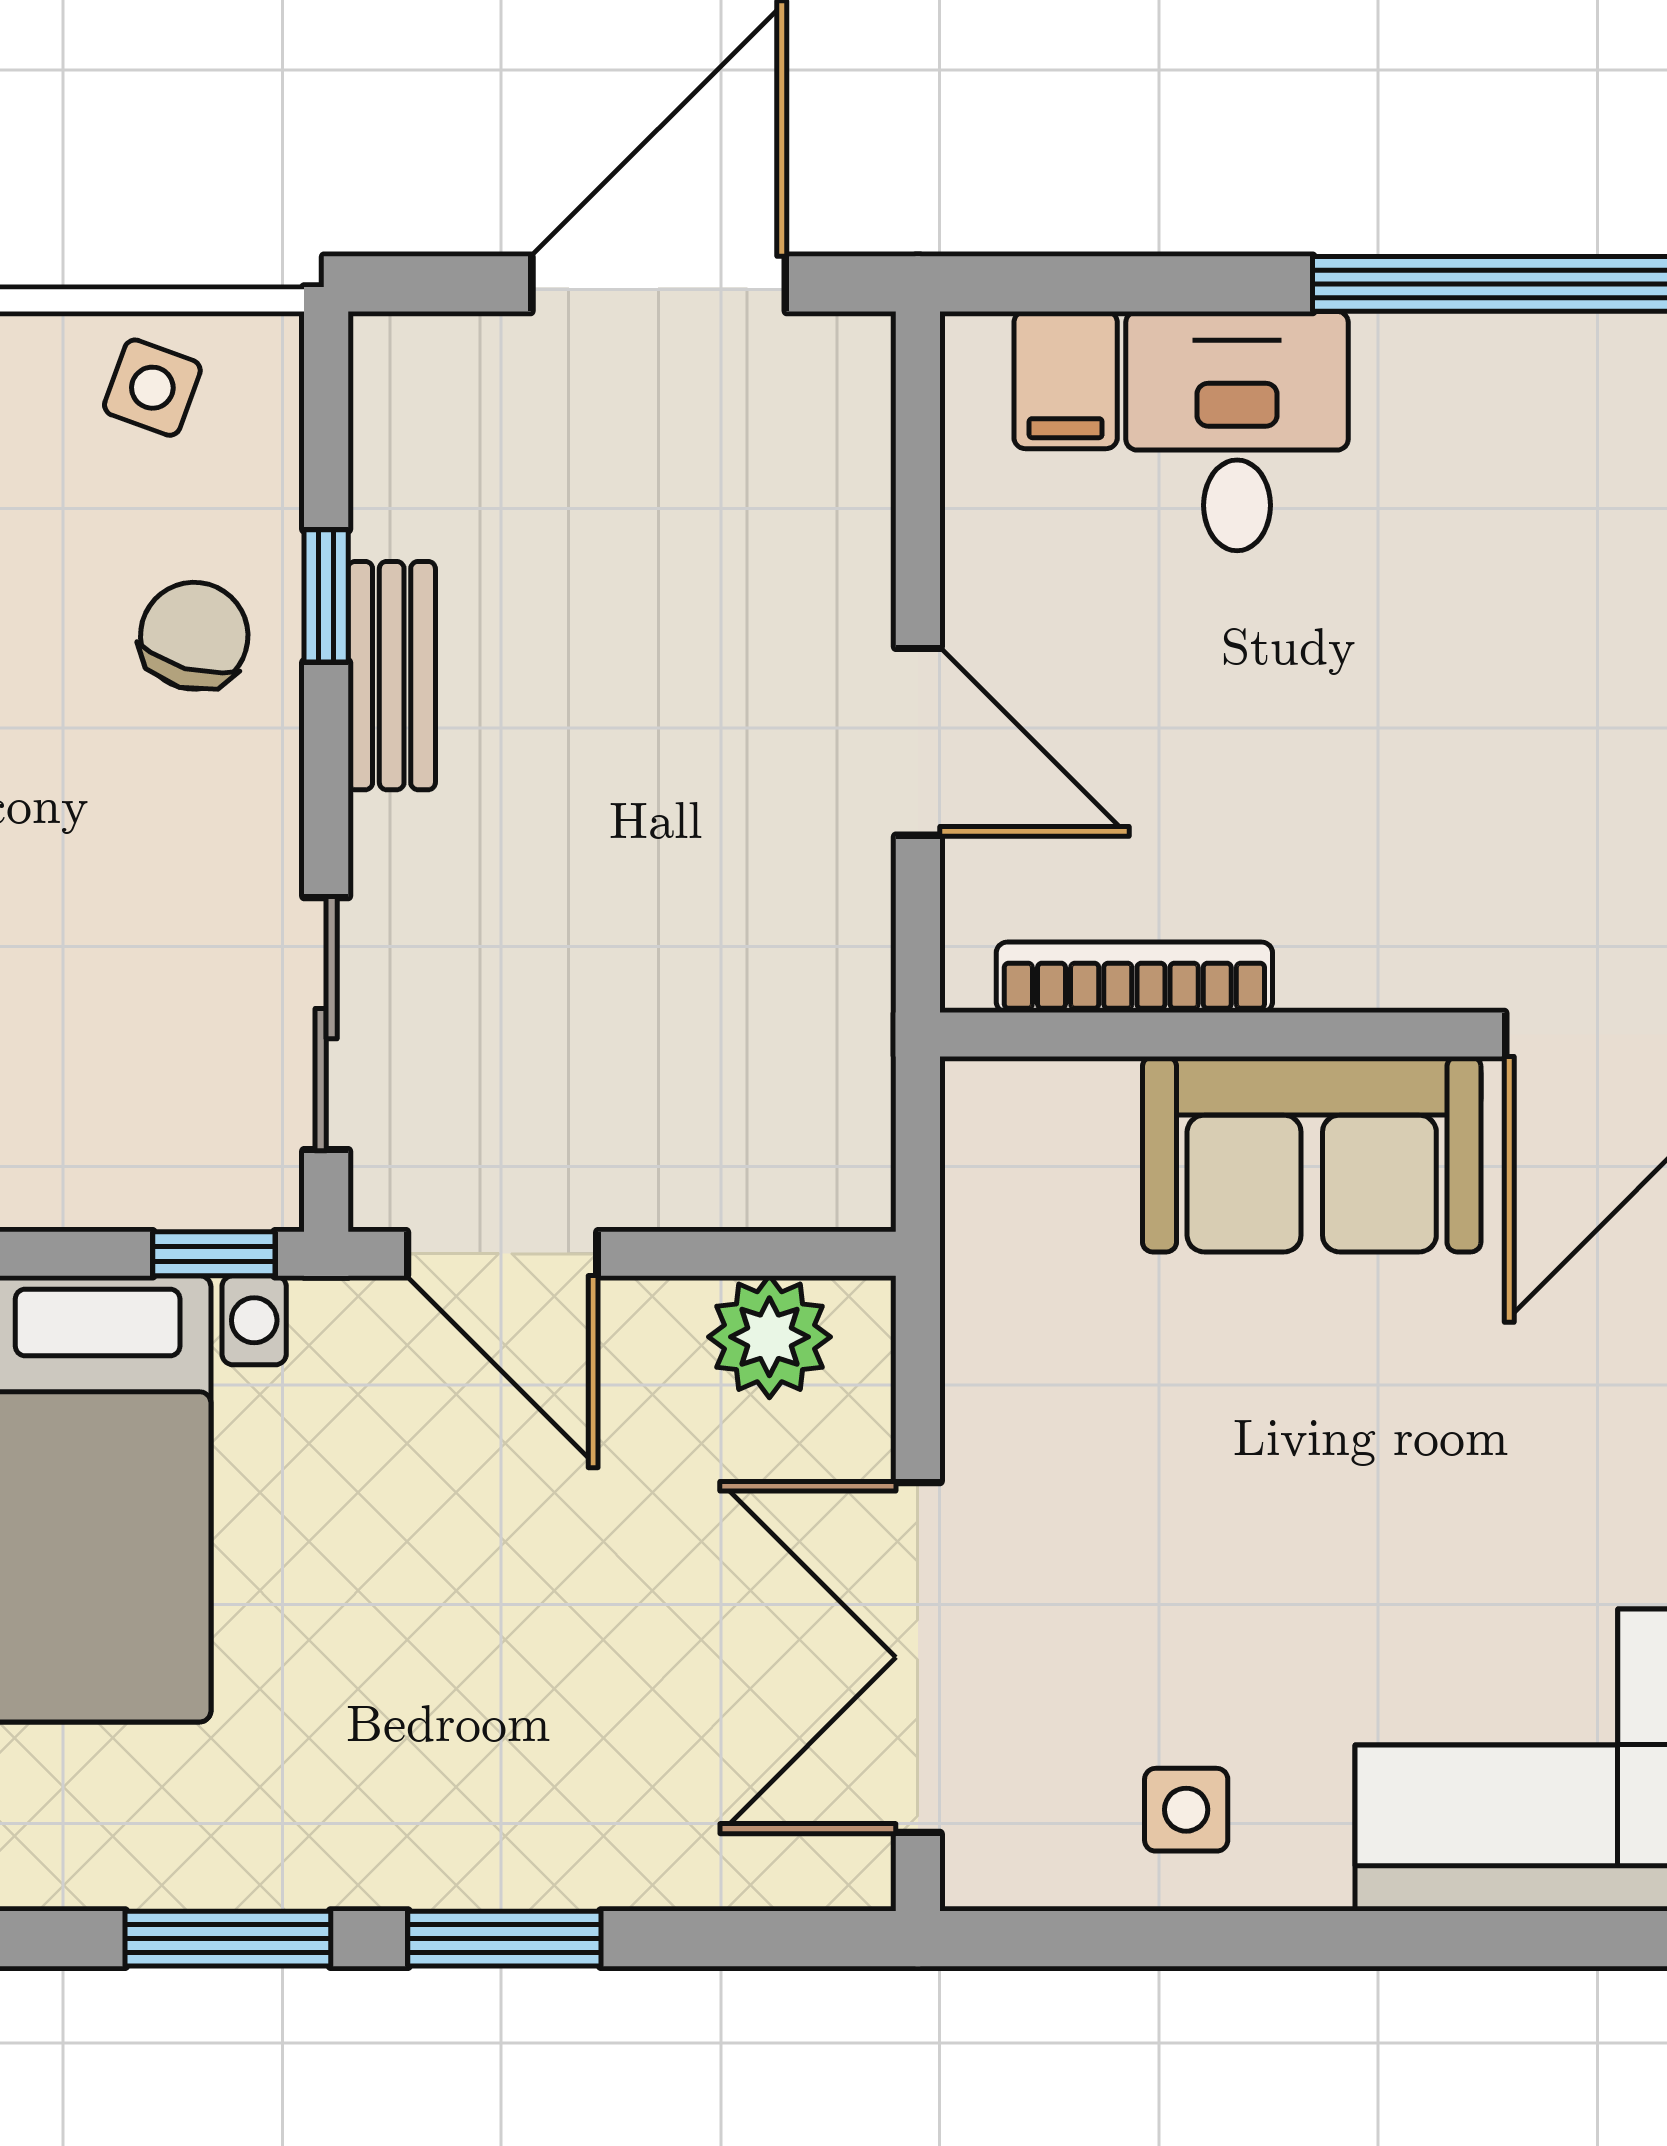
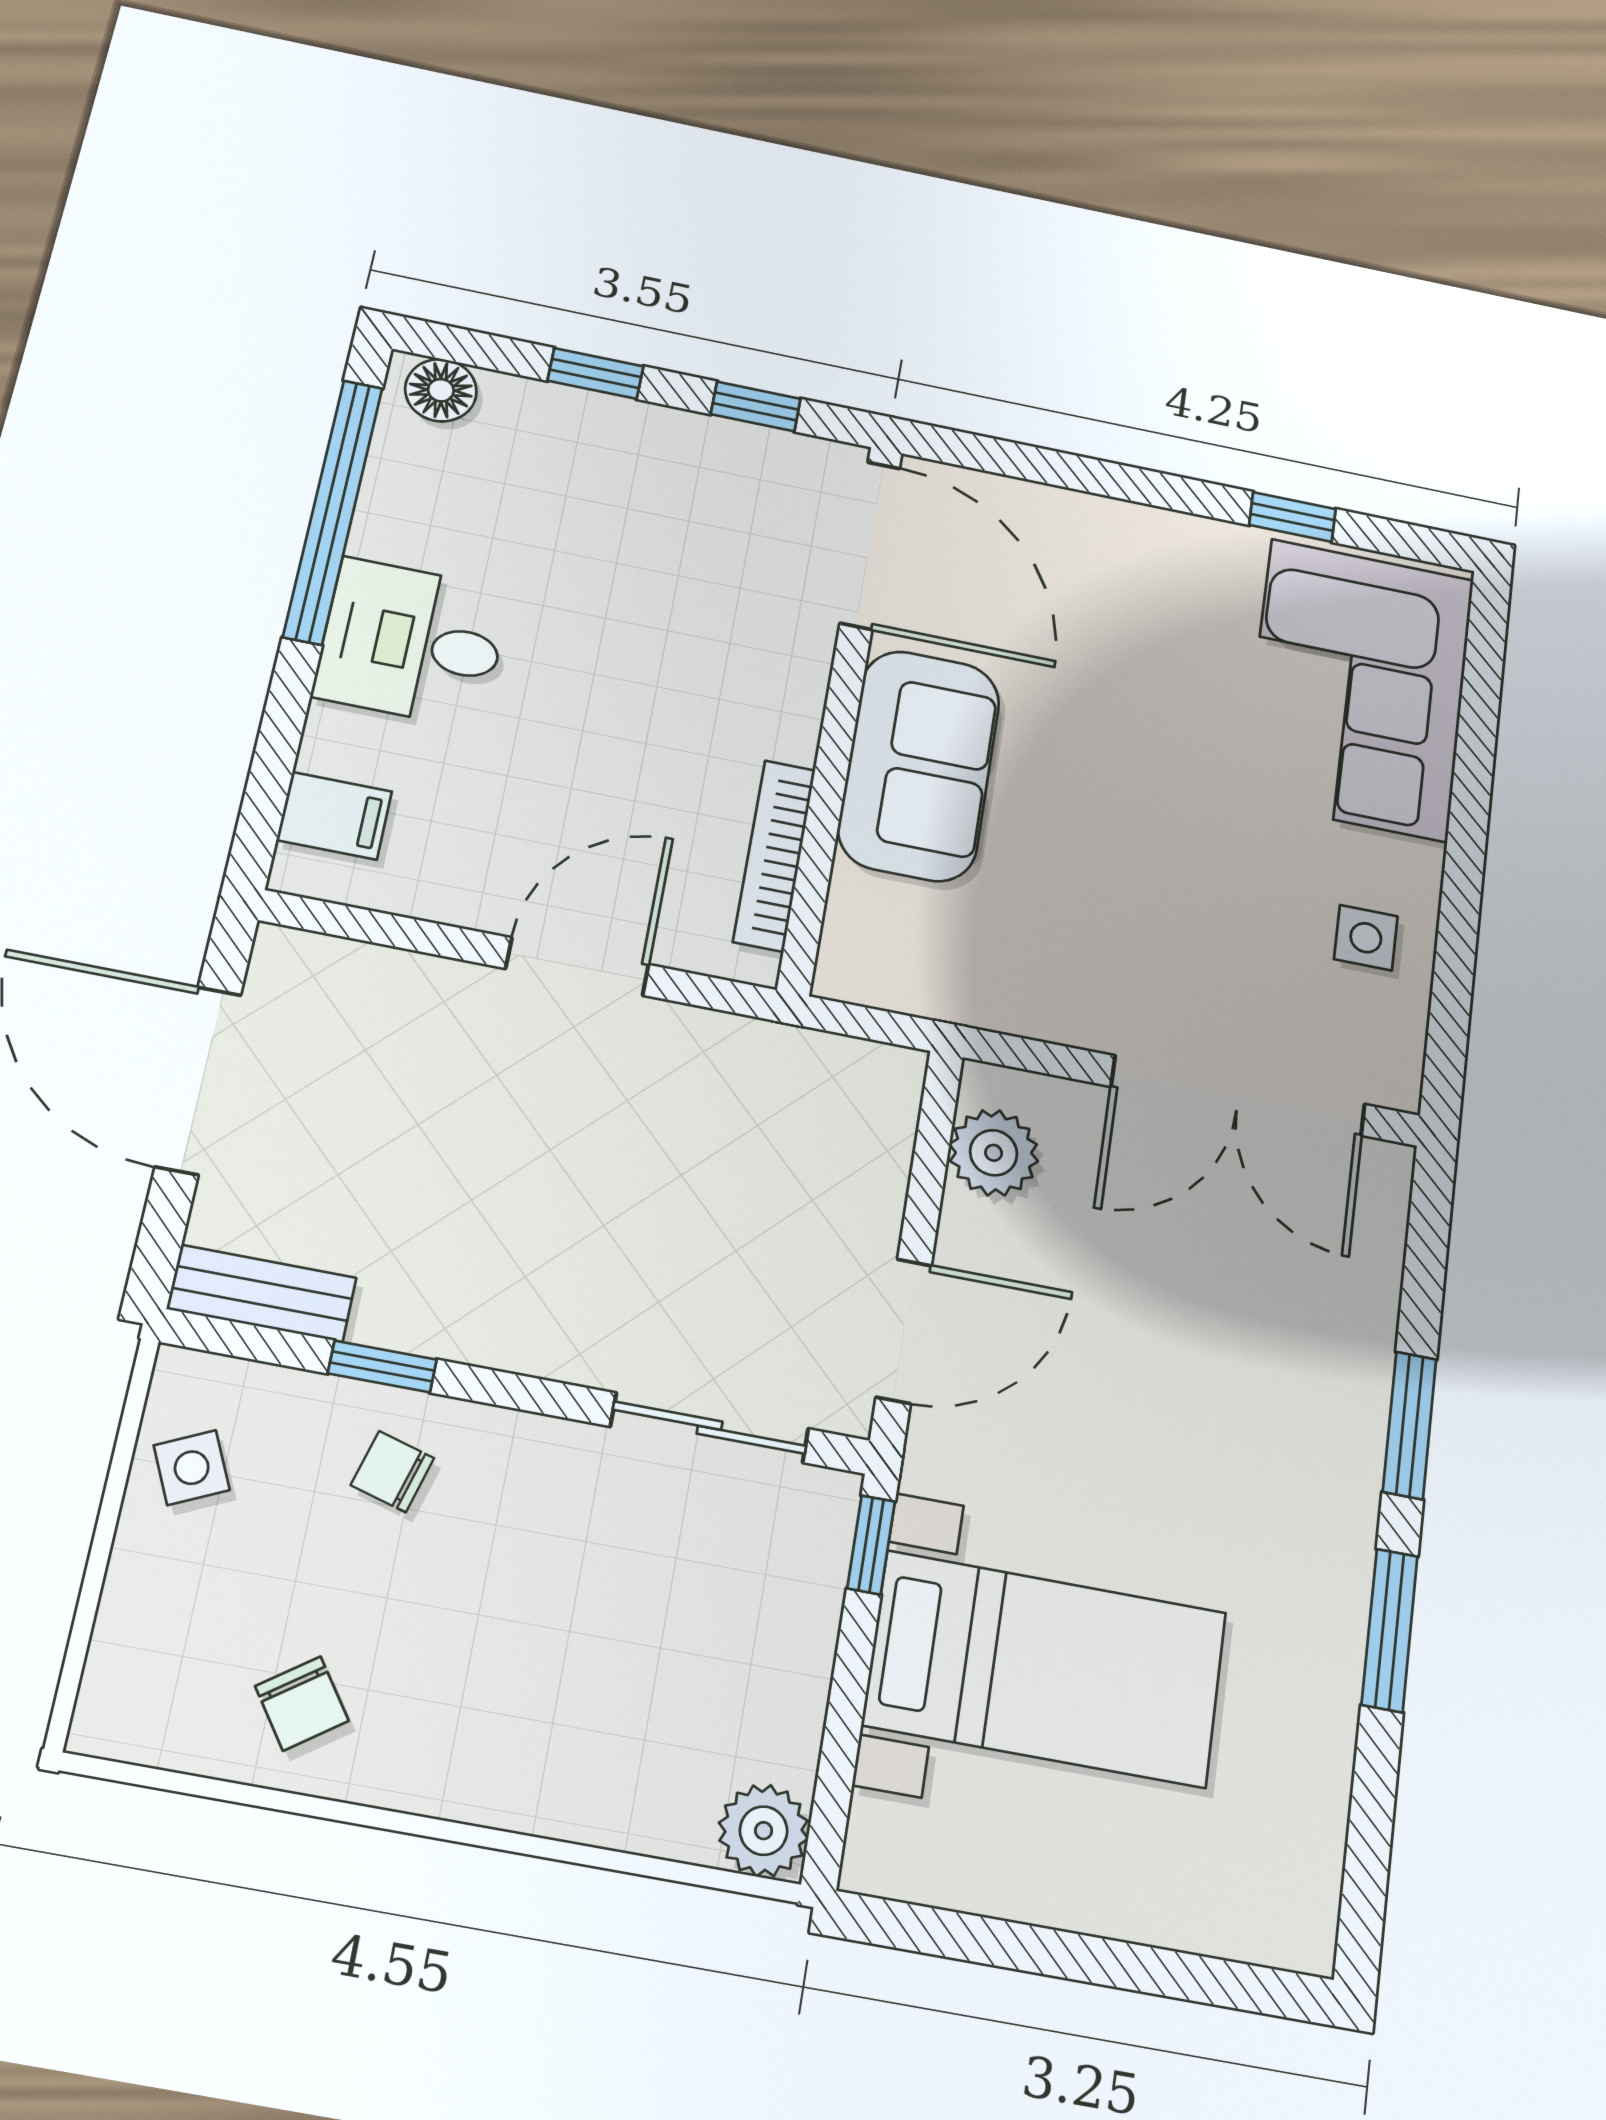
side table: (152, 388) -> (192, 1468), turned 45
desk: (1237, 431) -> (412, 643), moved
chair: (194, 636) -> (392, 1472), width x0.73, depth x0.73
bench: (392, 676) -> (262, 1293), moved

